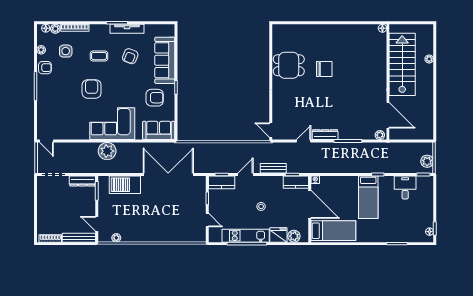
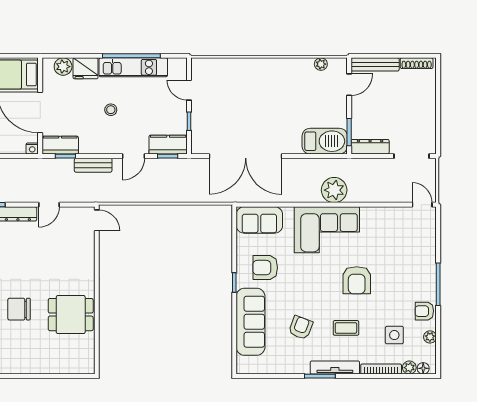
tv unit: (127, 29) -> (335, 368), moved
barbecue: (125, 185) -> (325, 141), moved
door: (97, 224) -> (349, 85), hinge flipped

